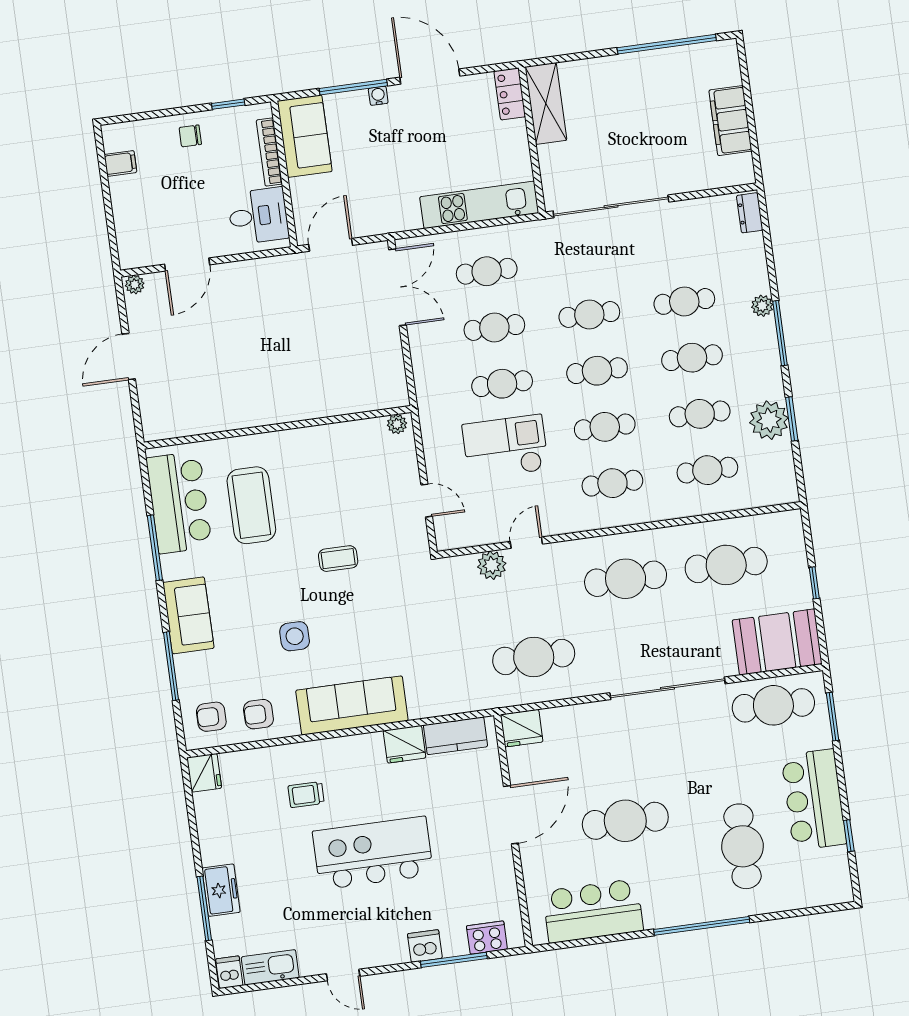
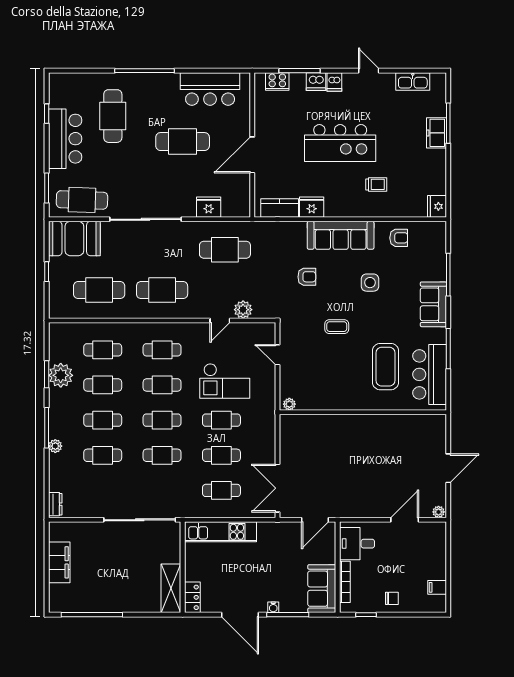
armchair: (211, 717) -> (307, 277), moved
fridge: (522, 728) -> (209, 207), moved
dishwasher: (229, 972) -> (334, 82), moved

